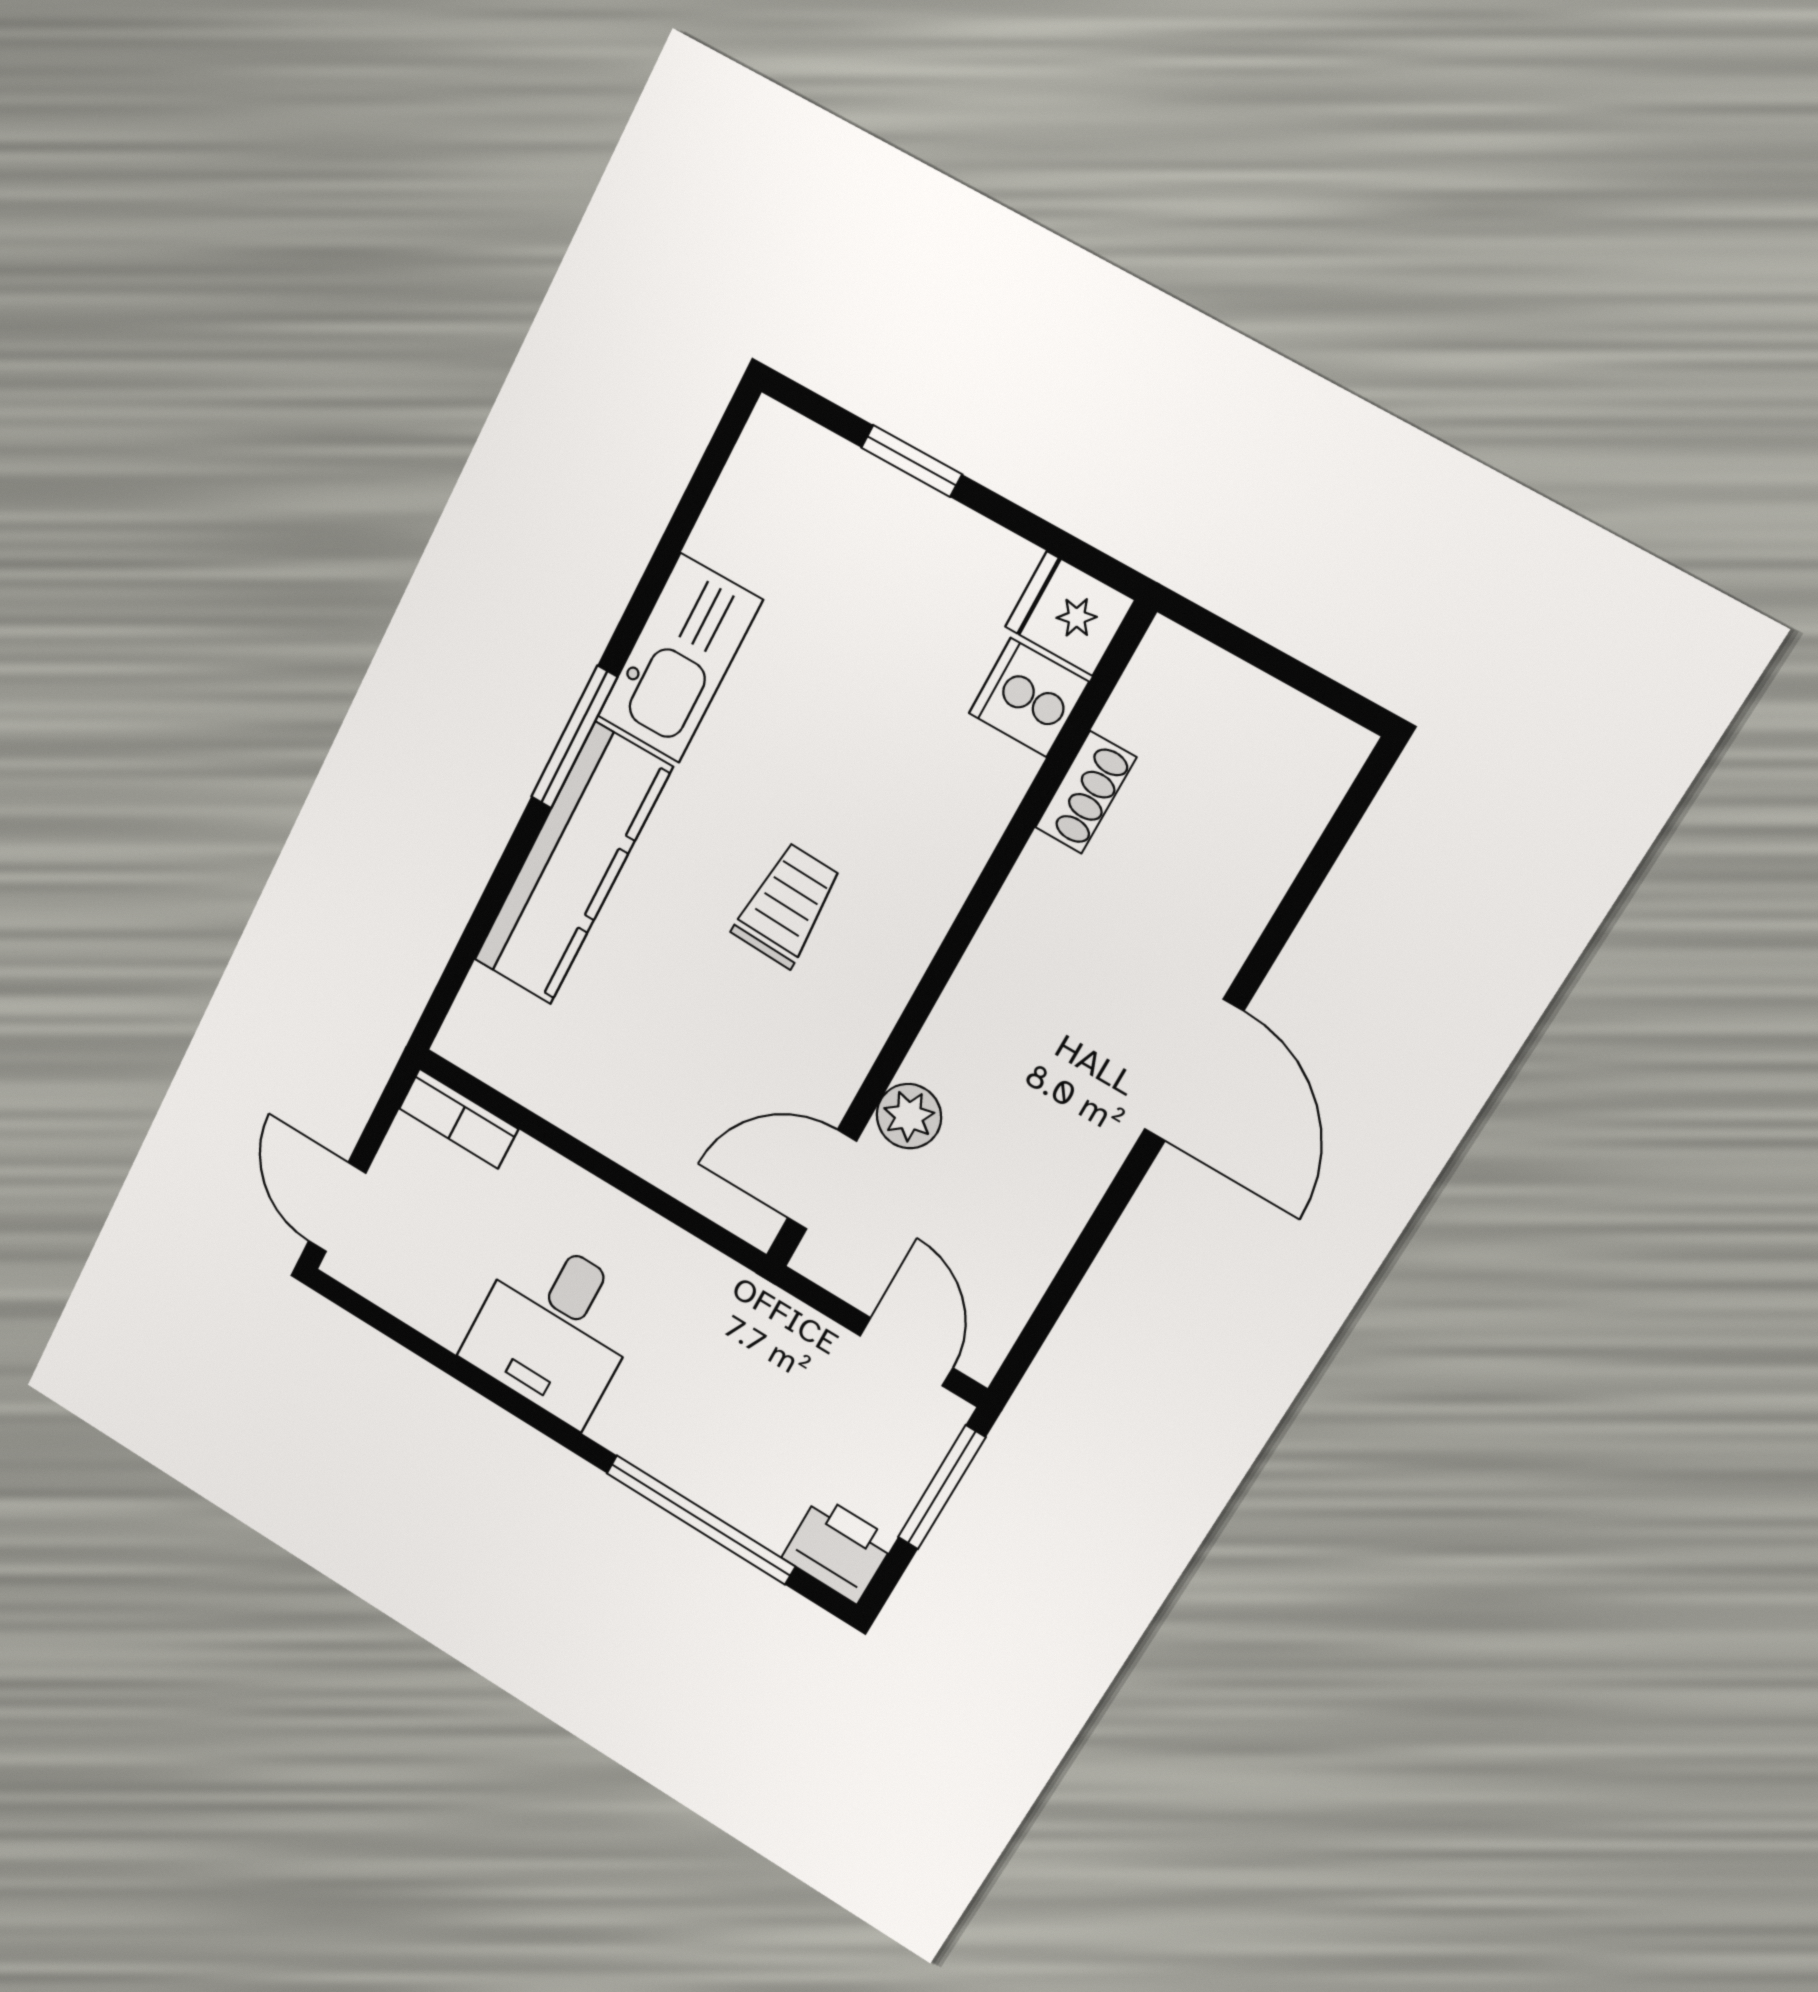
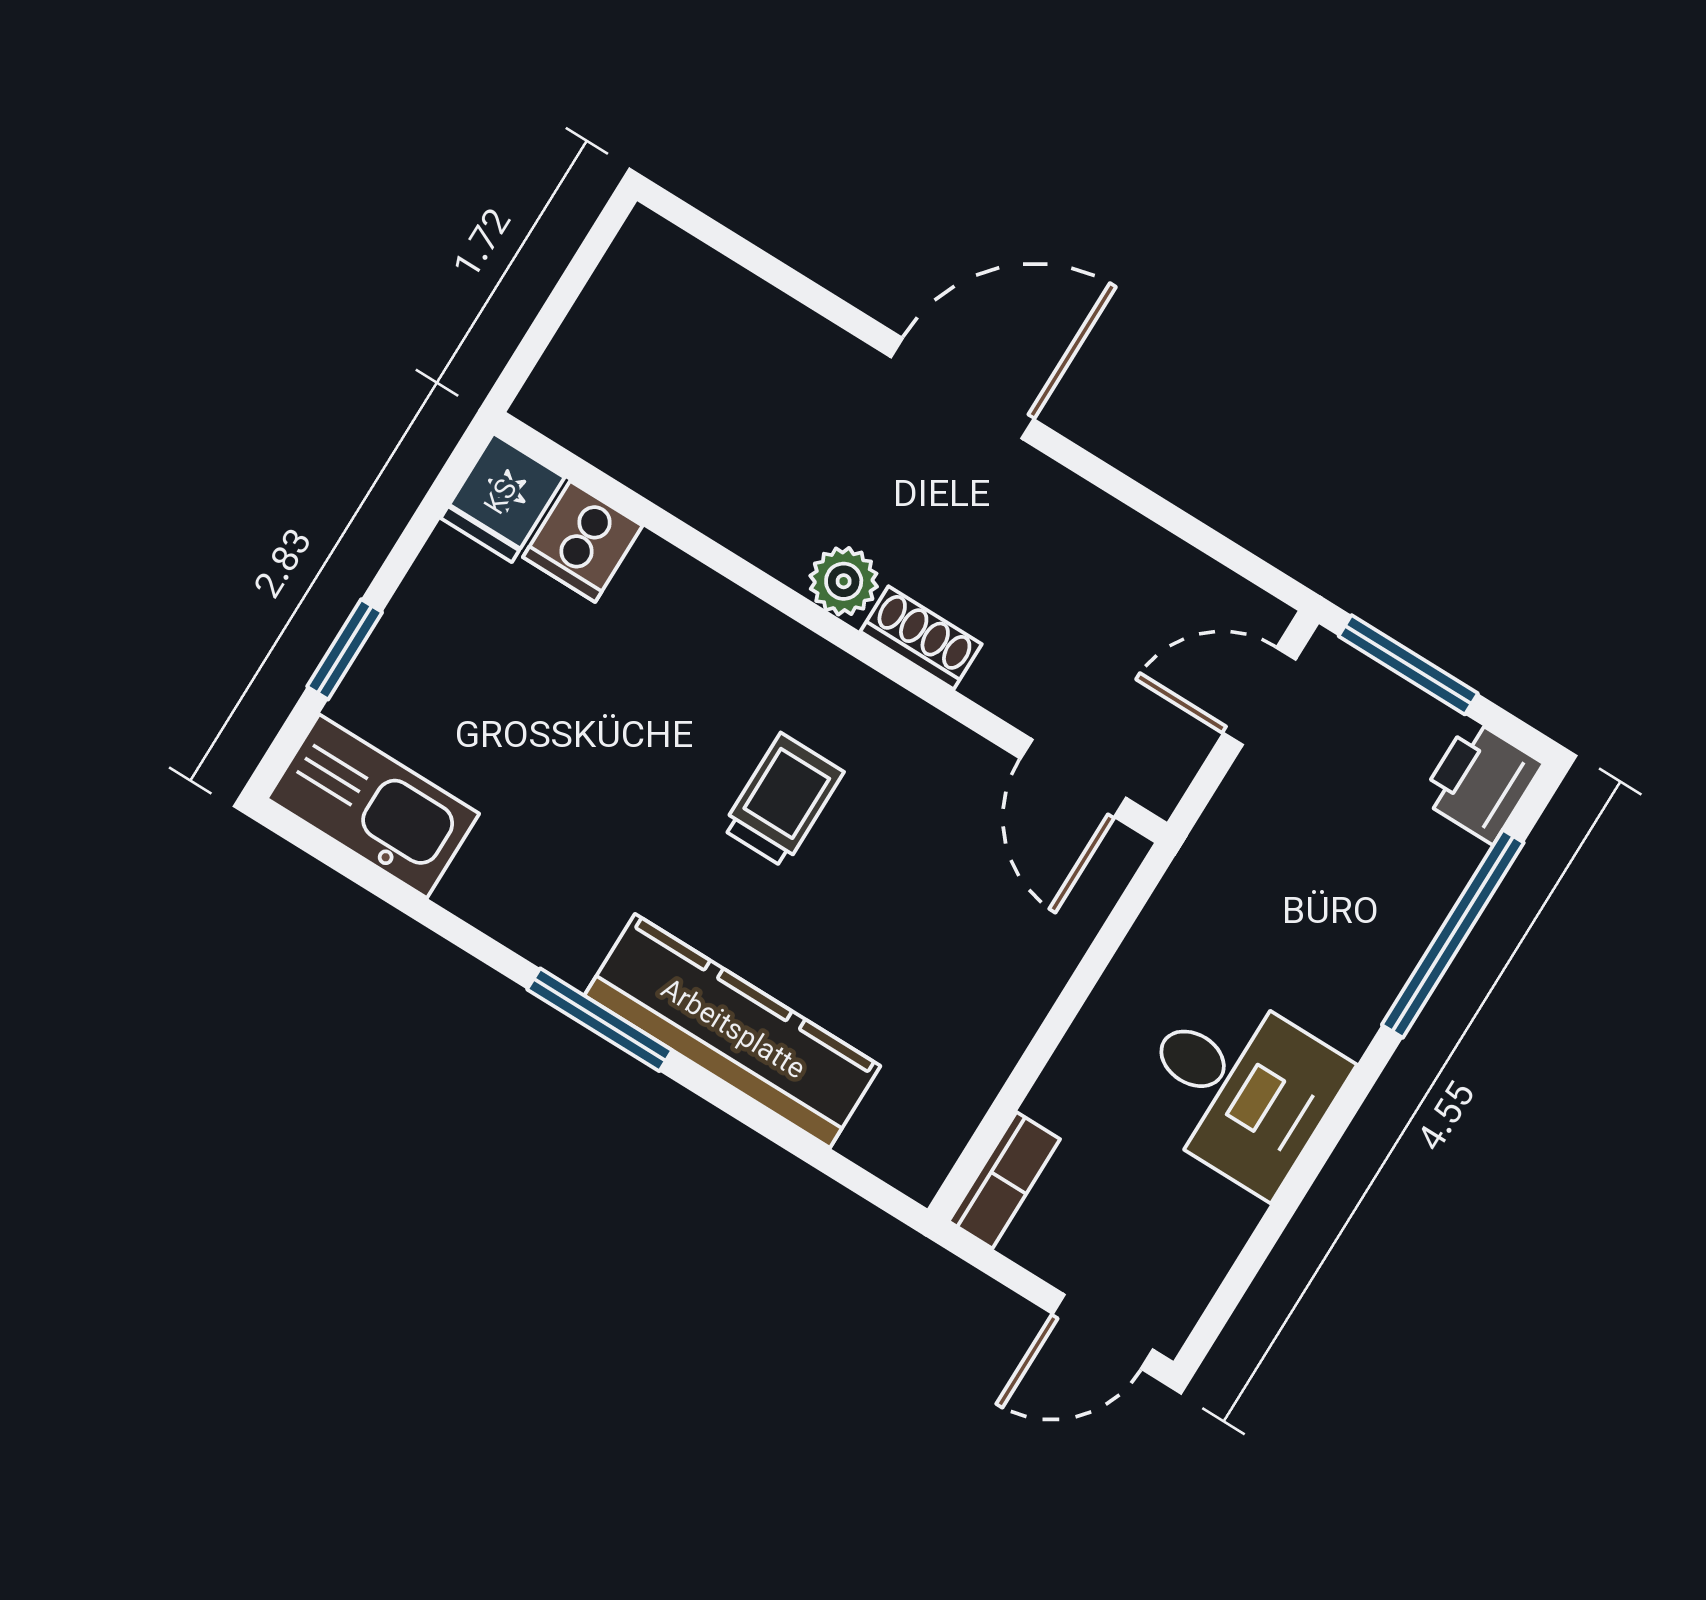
kitchen sink: (680, 658) -> (373, 806), moved
shoe rack: (1086, 792) -> (921, 638), moved
trolley: (787, 905) -> (783, 800), turned 88
plant: (909, 1116) -> (844, 581), moved

